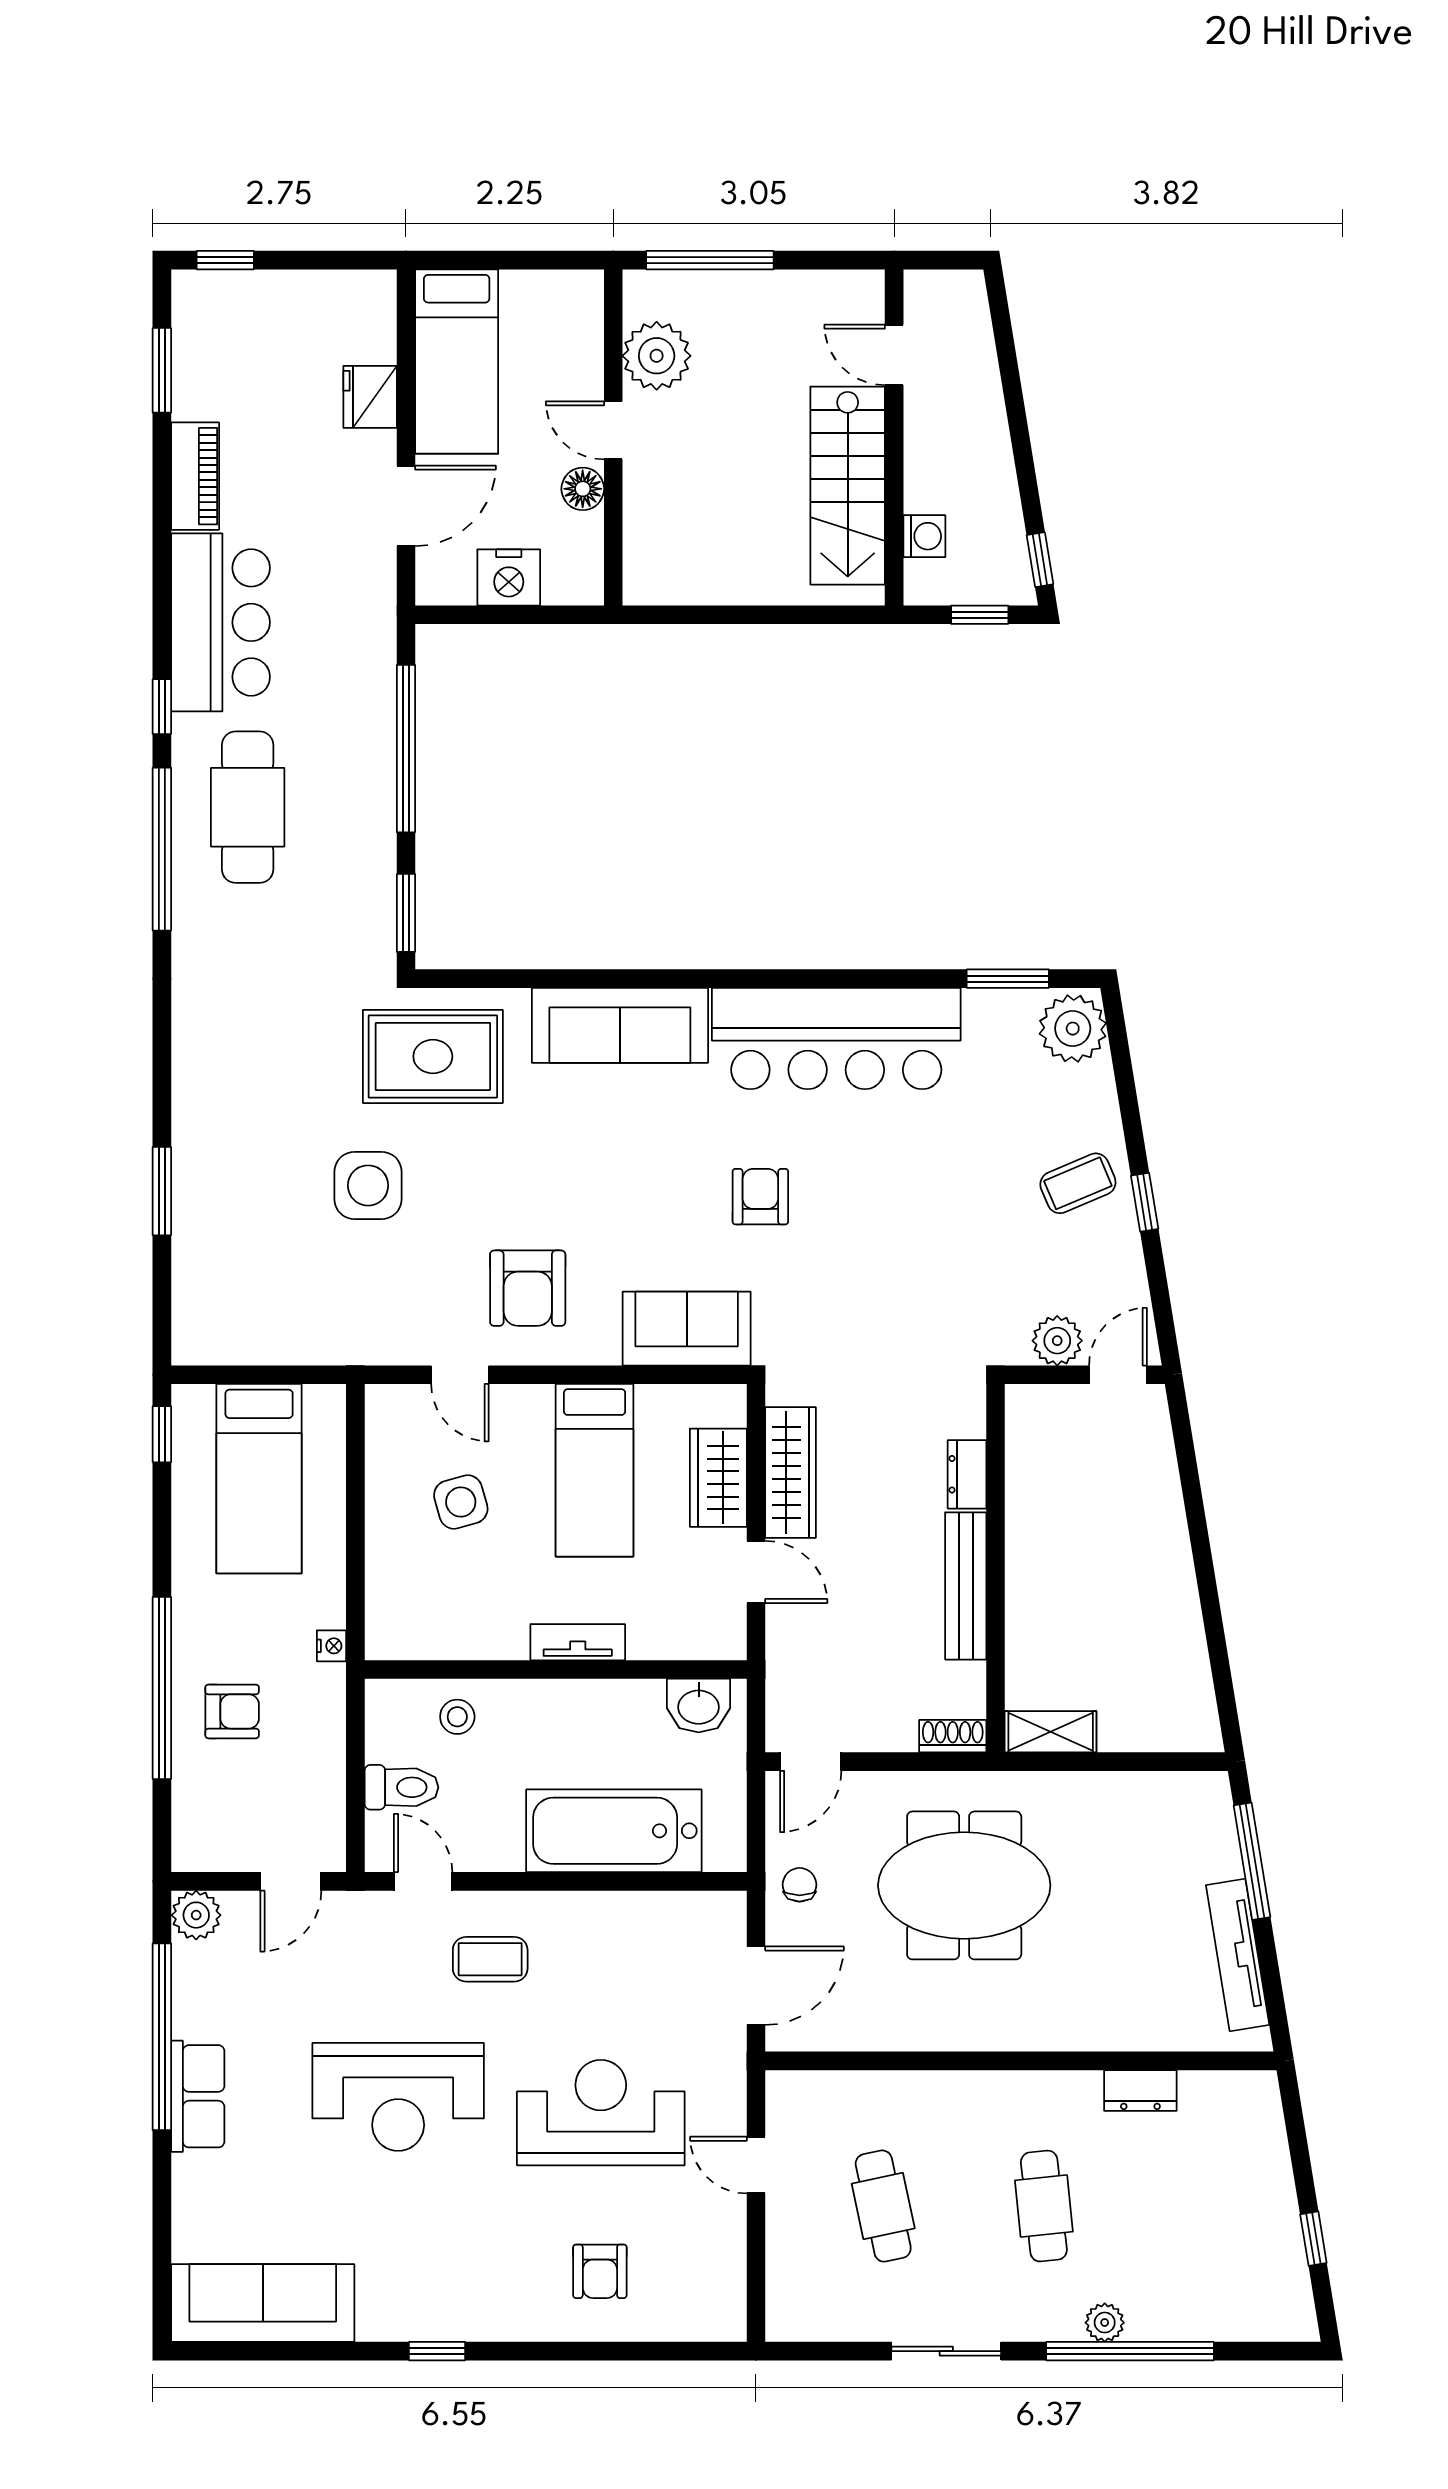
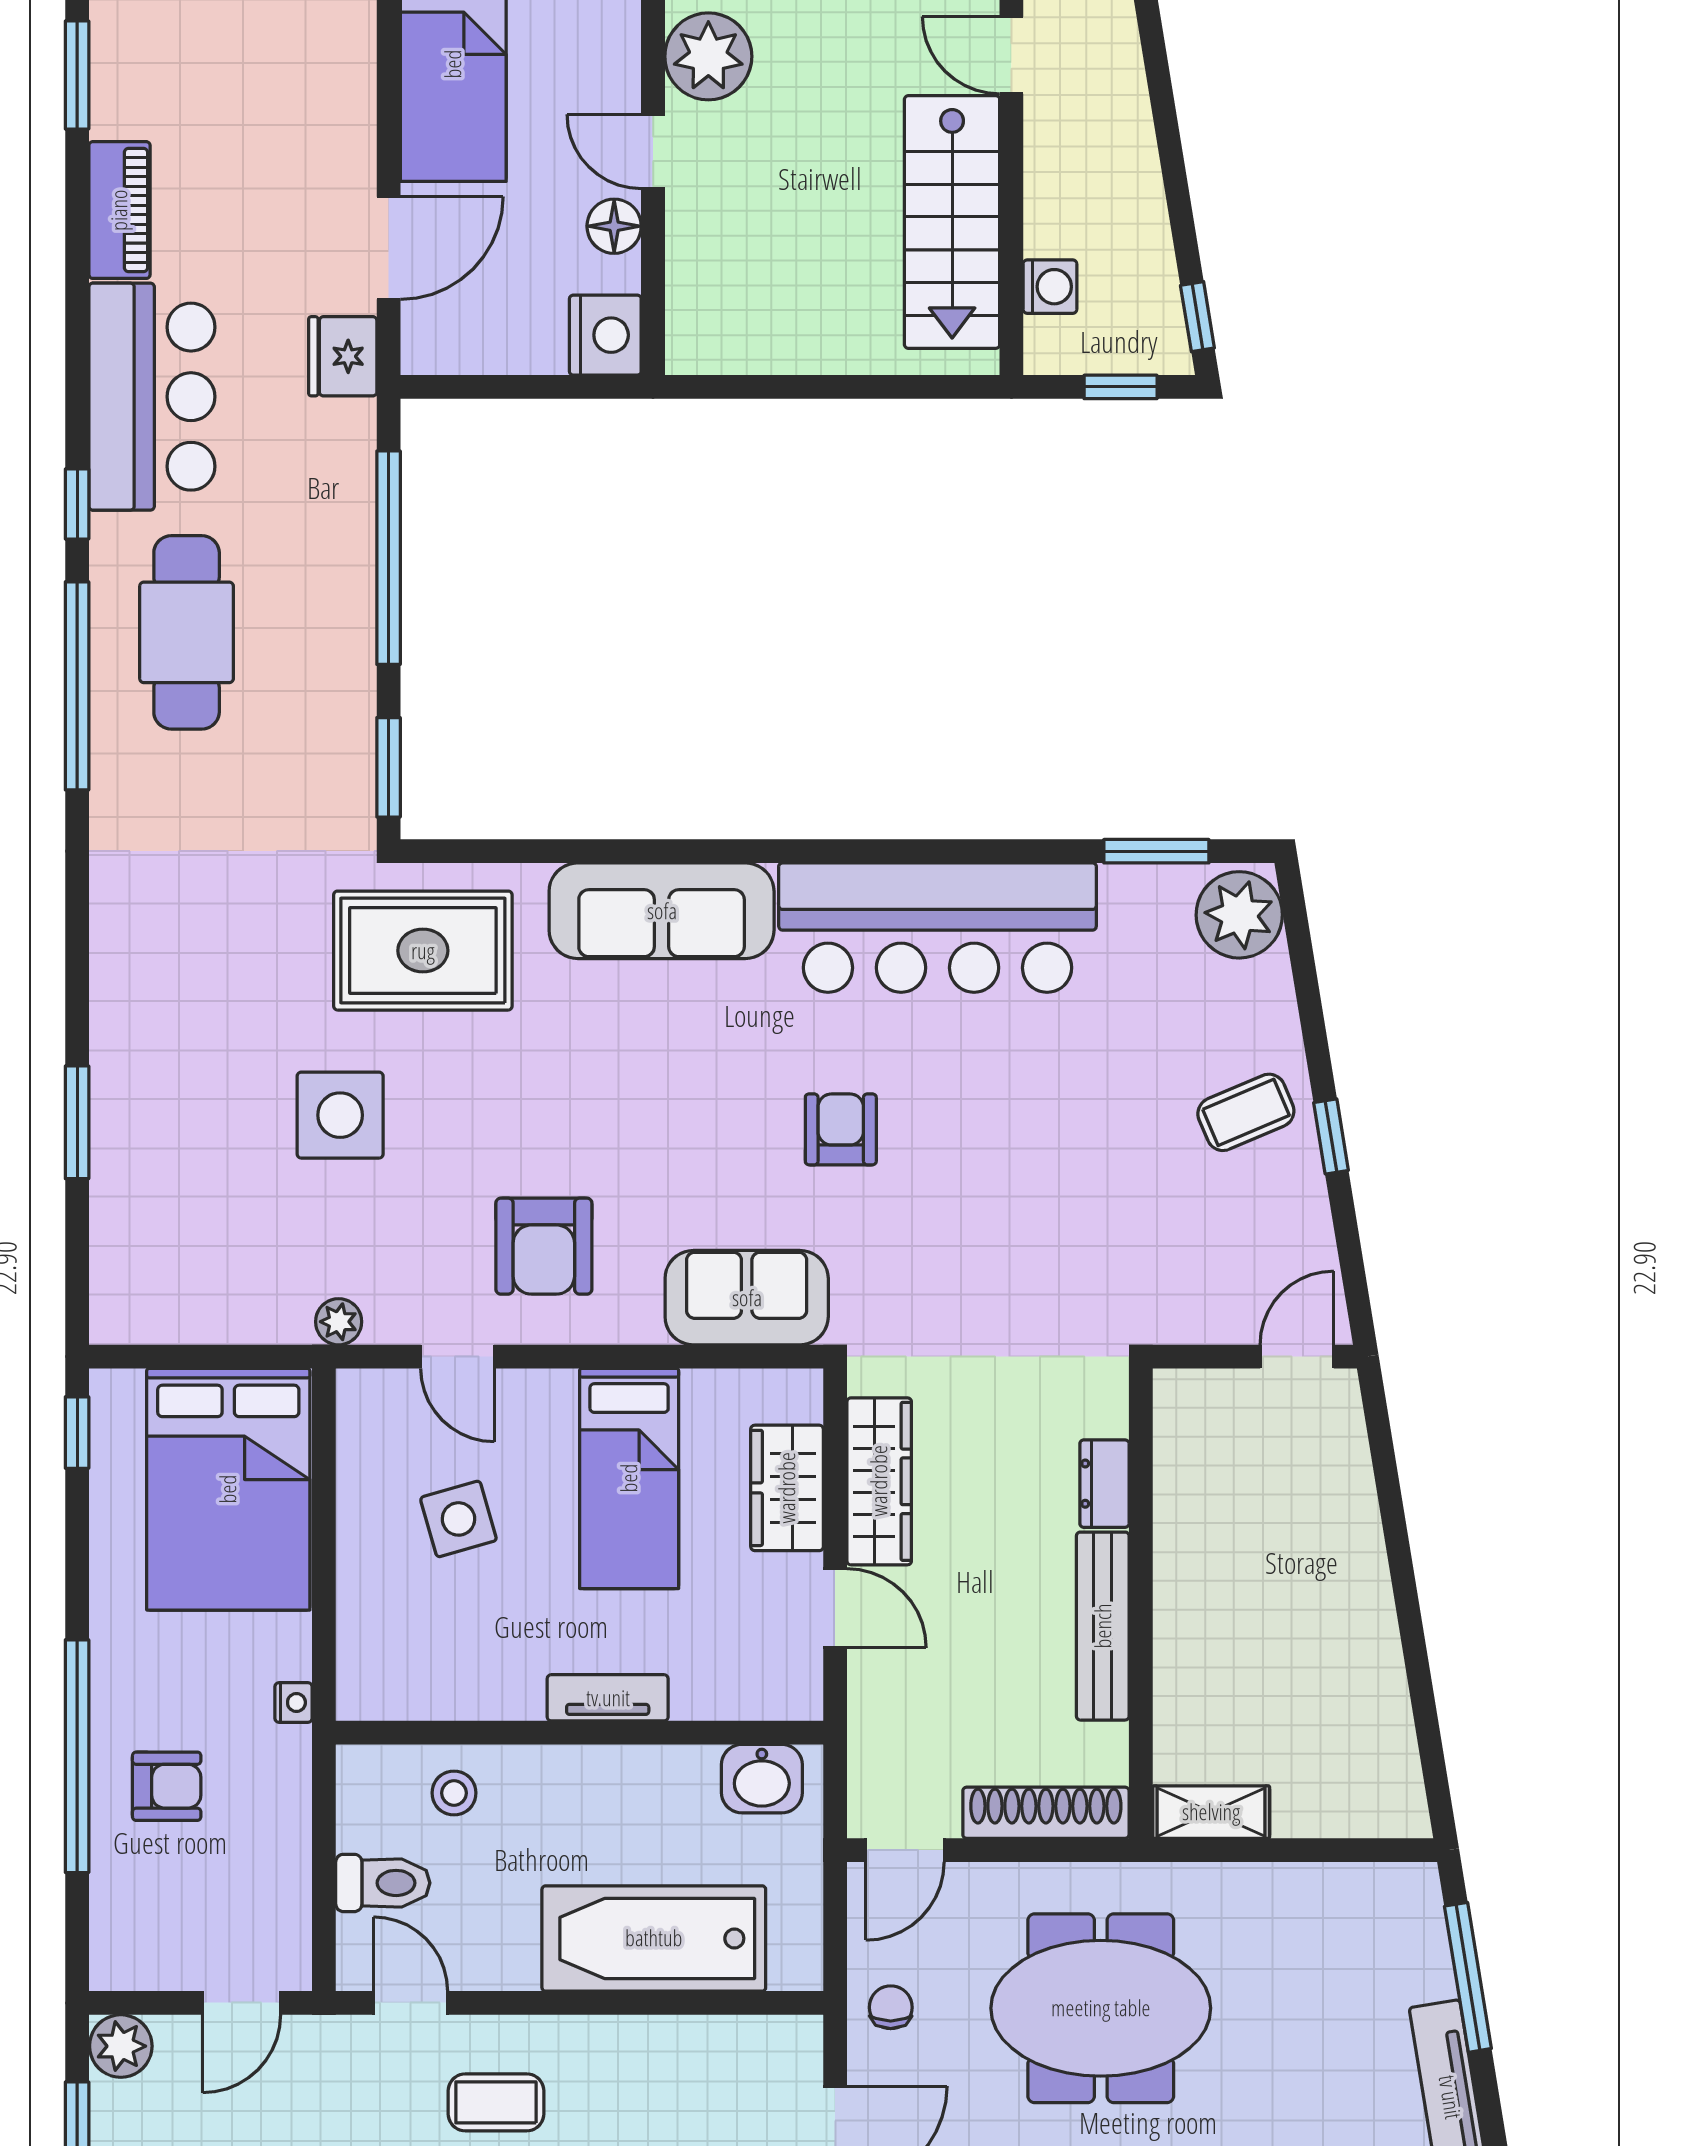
fridge: (370, 397) -> (343, 356), moved
nightstand: (509, 577) -> (605, 335), moved, turned -90
plant: (1057, 1341) -> (339, 1322), moved, width x0.73, depth x0.73
bed: (259, 1479) -> (228, 1489), width x1.50
shoe rack: (953, 1736) -> (1046, 1813), width x1.94, depth x1.24

